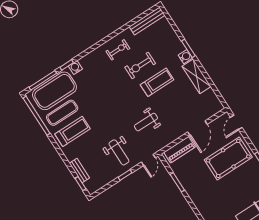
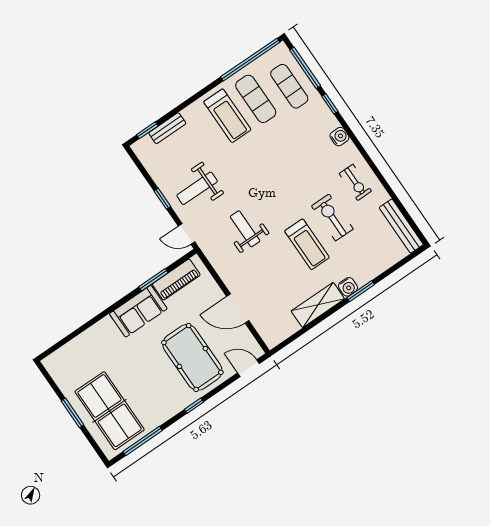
water cooler: (75, 68) -> (339, 137), moved
exercise mat: (54, 91) -> (289, 86), width x0.50, depth x0.69
piano: (179, 150) -> (176, 280), moved, turned -90
sofa: (197, 193) -> (138, 311), added

